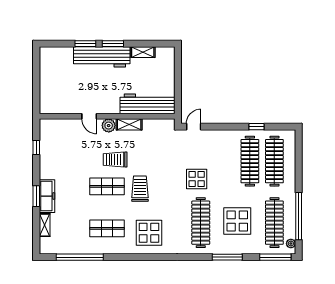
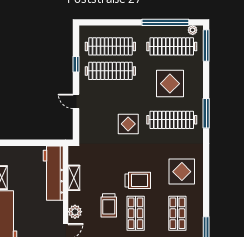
shelving: (129, 124) -> (74, 178), moved
door: (194, 127) -> (76, 101), moved
trolley: (140, 189) -> (138, 180), turned 180
window: (227, 257) -> (206, 113), moved

